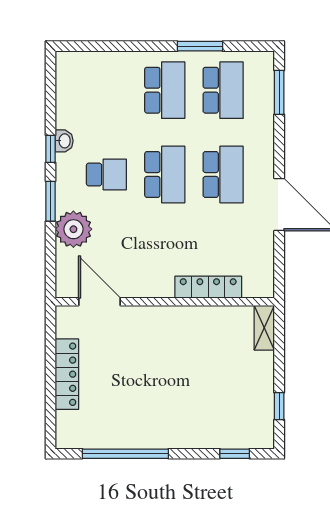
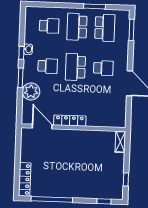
school desk: (106, 90) -> (49, 26), added
school desk: (165, 90) -> (77, 27), turned 180
school desk: (165, 175) -> (75, 67), turned 180
school desk: (223, 175) -> (103, 68), width x0.54
locker: (208, 287) -> (70, 121), moved
locker: (67, 374) -> (25, 179), moved

